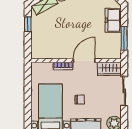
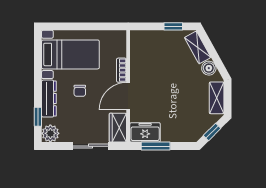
freezer: (113, 20) -> (145, 132), moved
door: (84, 61) -> (128, 96), swing flipped

